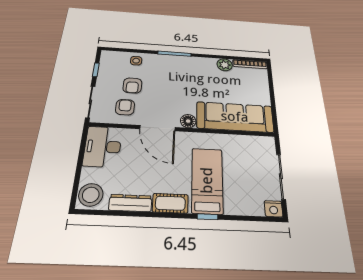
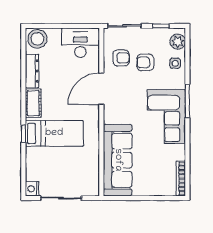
plant: (225, 65) -> (178, 42), moved
corner sofa: (189, 72) -> (166, 117), added
floor lamp: (188, 121) -> (110, 116), removed

